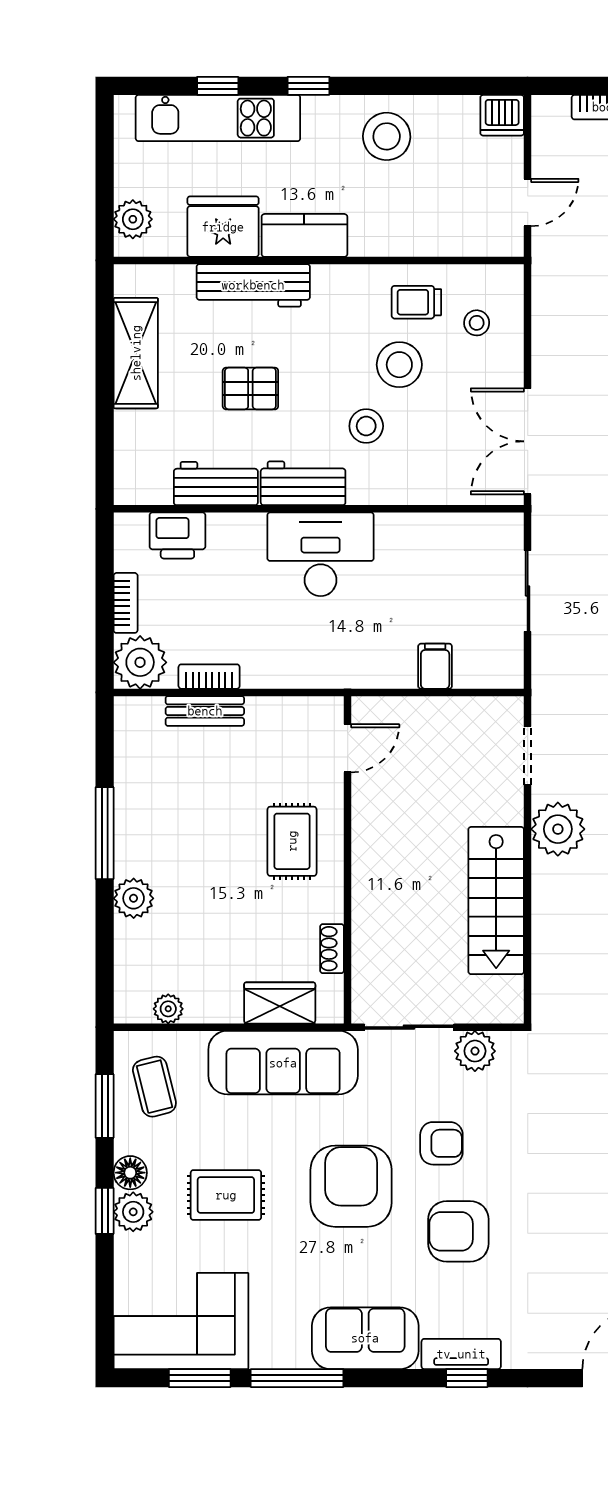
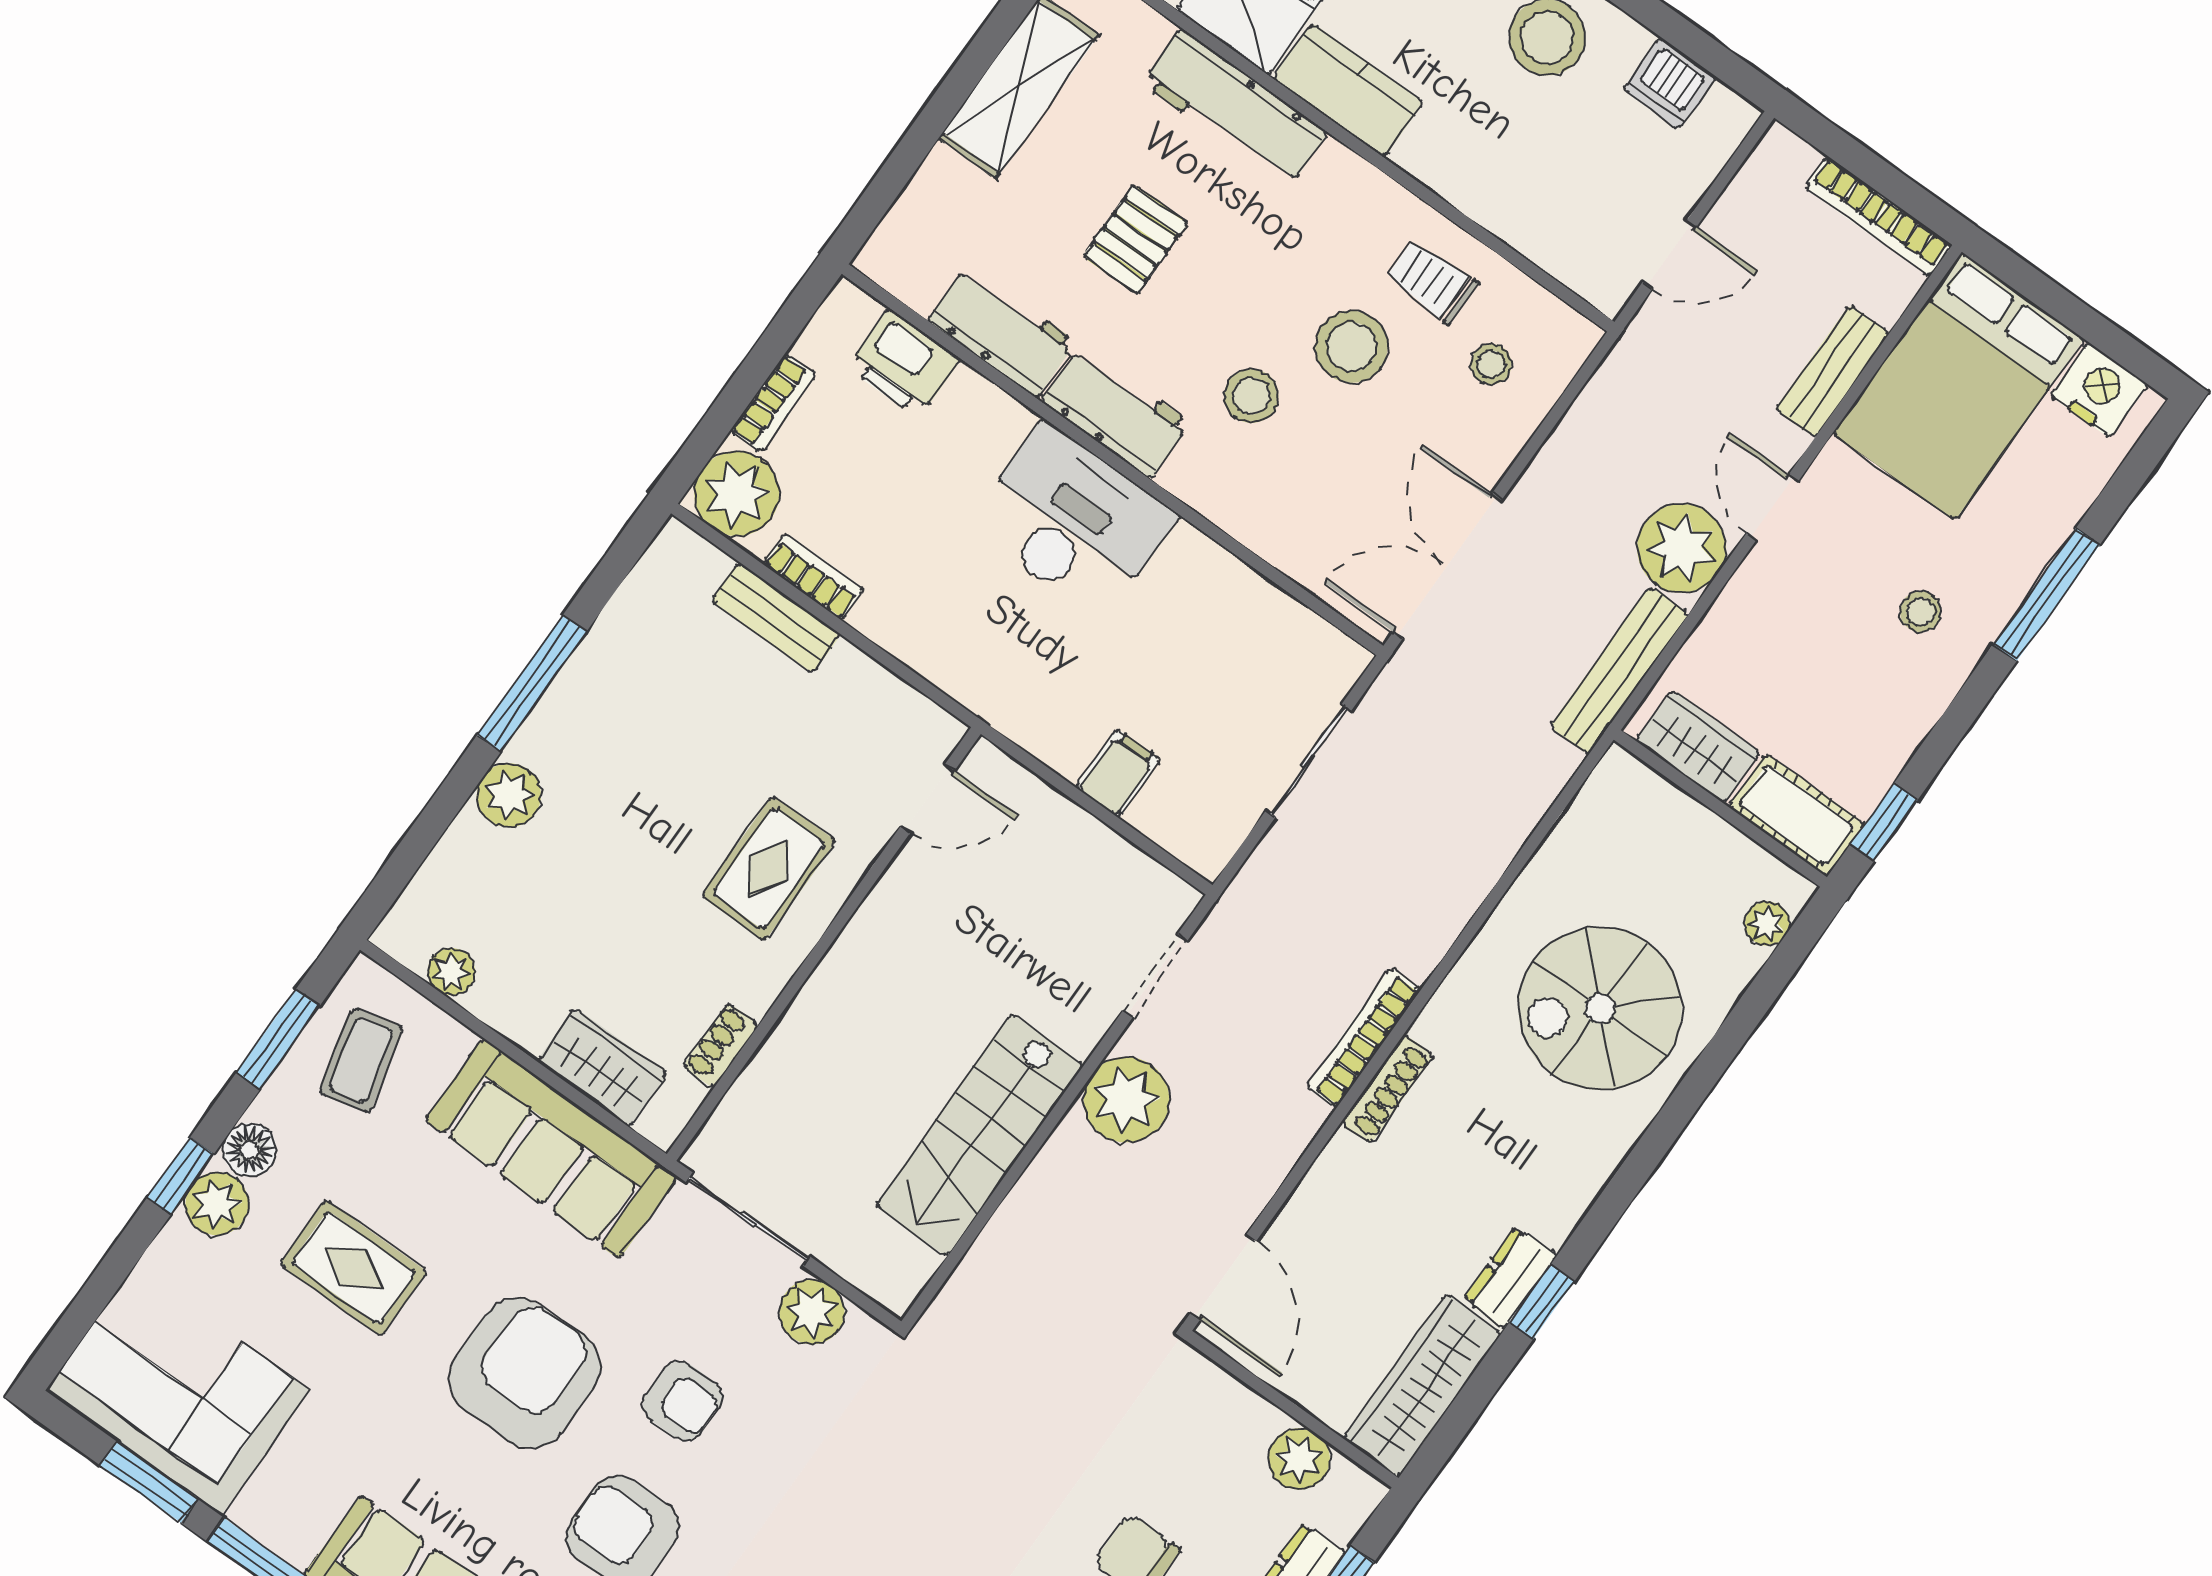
dishwasher: (502, 115) -> (1670, 83), moved
pallet: (250, 389) -> (1135, 239), turned 90

